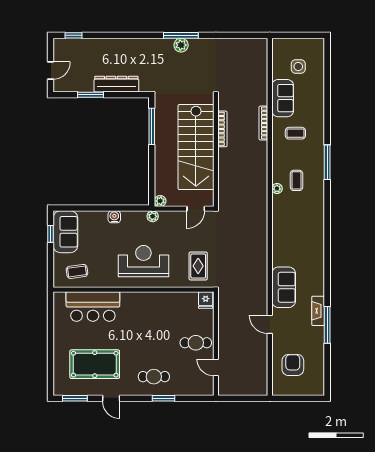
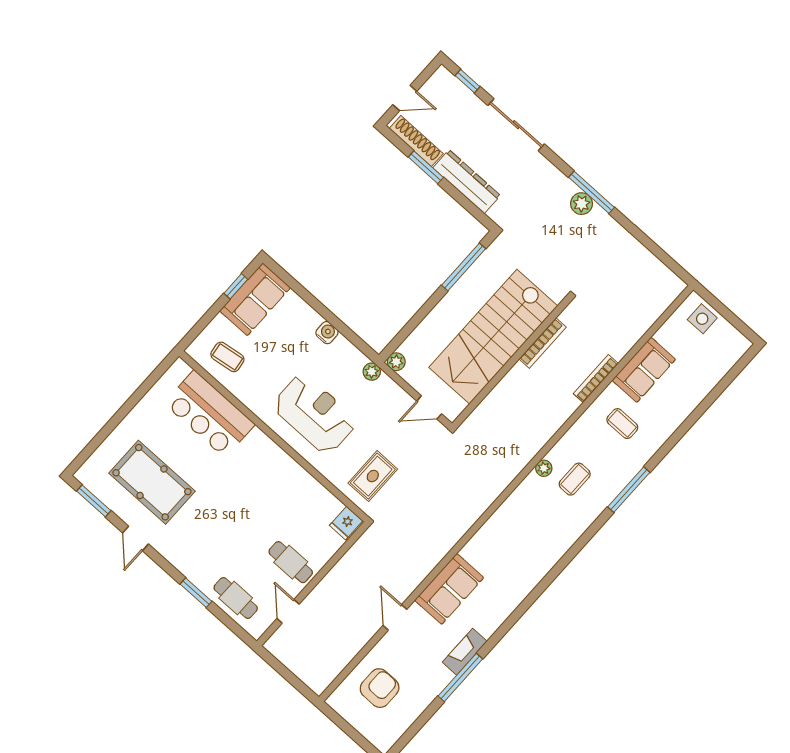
sliding door: (116, 35) -> (516, 125), added
side table: (298, 66) -> (702, 319), moved
shoe rack: (75, 86) -> (416, 141), added
cafe table: (154, 377) -> (236, 598), moved

